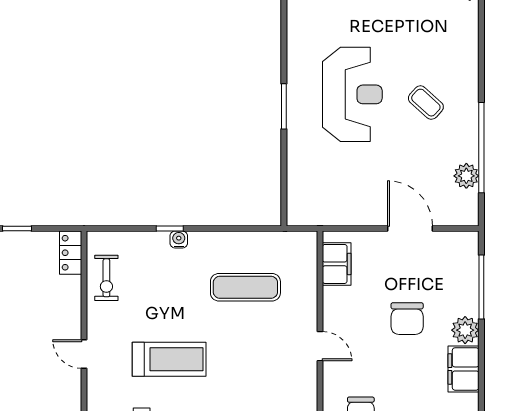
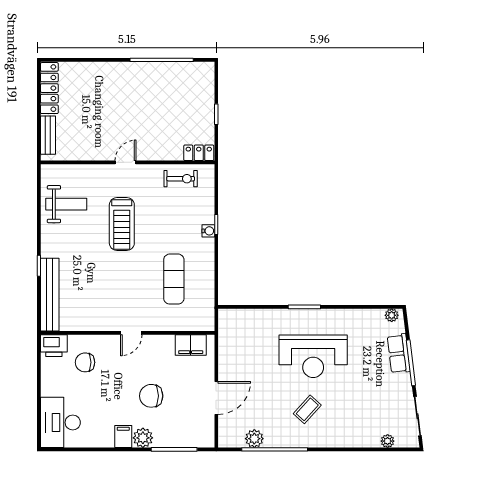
exercise bike: (106, 278) -> (181, 179), turned 180
filing cabinet: (463, 369) -> (123, 437), width x0.50

